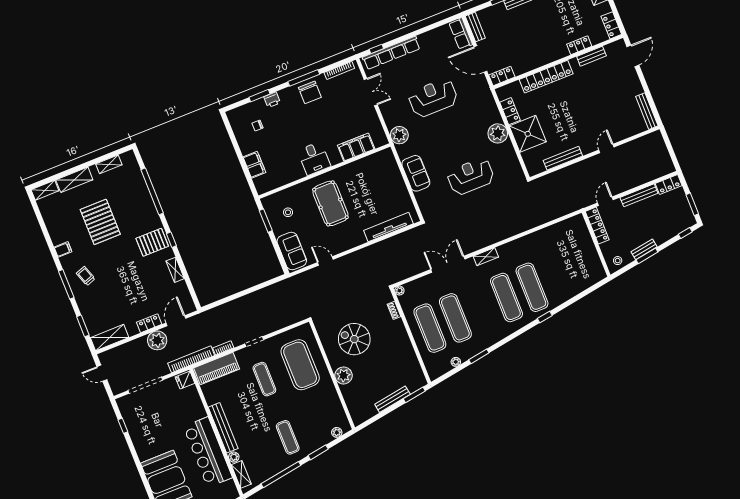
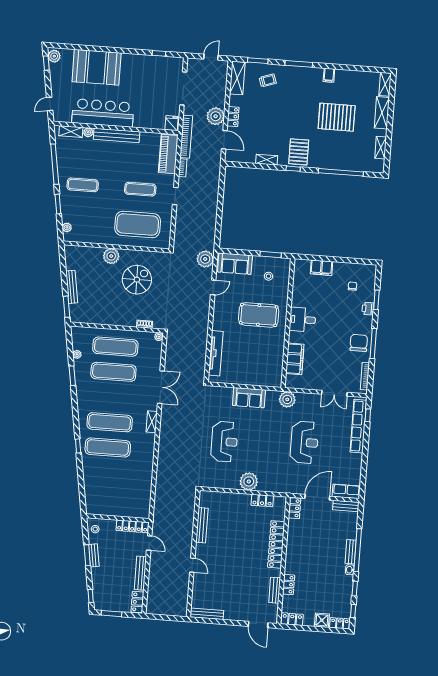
chair: (310, 92) -> (359, 343), turned 90
shower: (528, 134) -> (236, 506), removed
trolley: (86, 276) -> (268, 80), moved
plant: (301, 282) -> (205, 259), added

